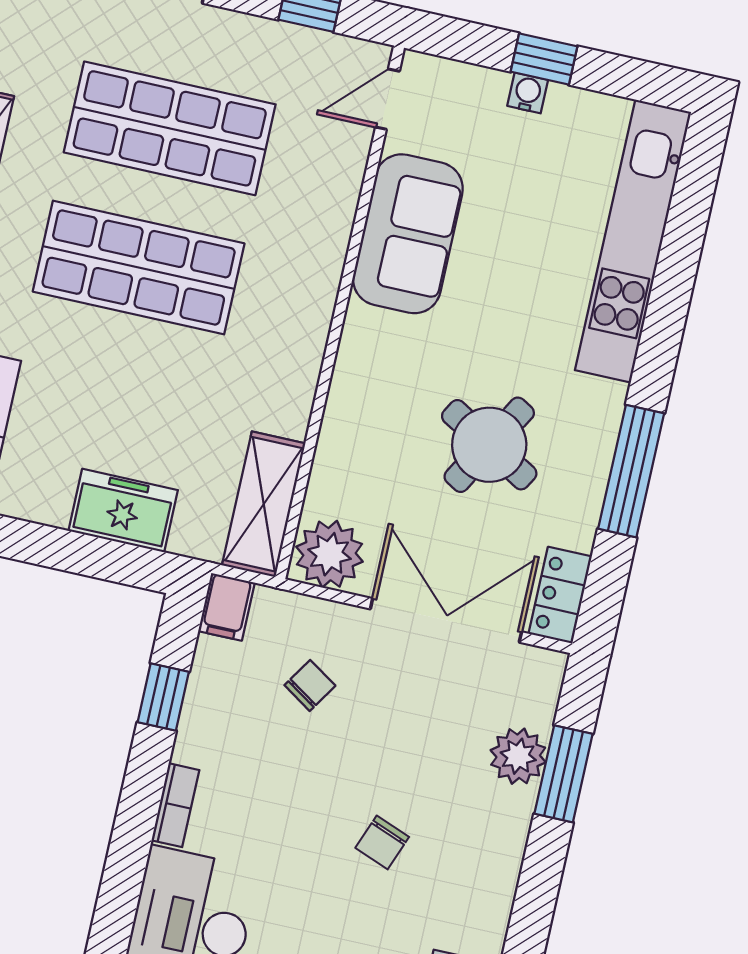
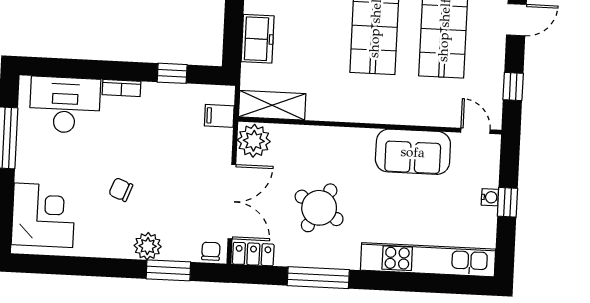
filing cabinet: (226, 607) -> (219, 116), moved
chair: (310, 685) -> (211, 251), moved, turned -123
plant: (518, 756) -> (148, 246), moved

